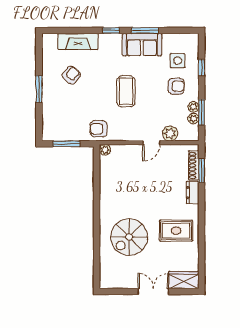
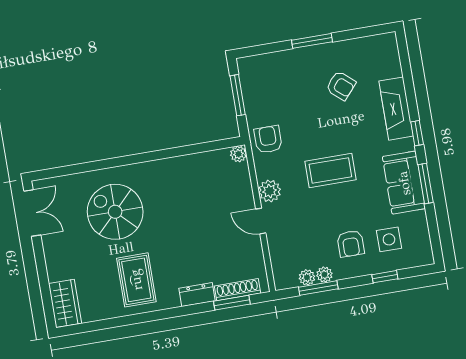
fireplace: (78, 42) -> (396, 109), moved
plant: (170, 134) -> (270, 191), moved
double door: (153, 291) -> (32, 213), moved

